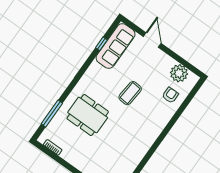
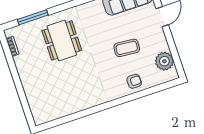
coffee table: (130, 93) -> (127, 48), moved
armchair: (170, 95) -> (134, 81), moved

